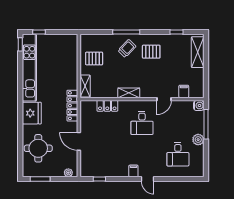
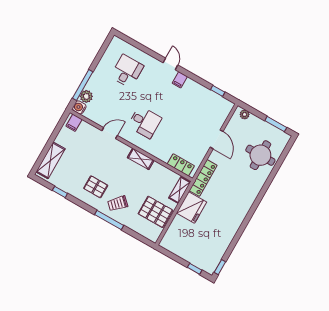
pallet: (94, 58) -> (155, 212), width x1.50, depth x1.42
kitchen unit: (29, 68) -> (224, 239), removed
filing cabinet: (184, 91) -> (74, 123), moved
locker: (107, 106) -> (181, 165), moved
fridge: (32, 113) -> (192, 207), moved, turned 180
desk: (142, 123) -> (145, 122), turned 90
plant: (198, 140) -> (86, 96), moved

